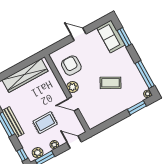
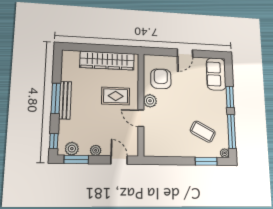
door: (78, 34) -> (185, 53), swing flipped
window: (124, 37) -> (230, 97), moved
coffee table: (111, 83) -> (203, 132), moved
rug: (45, 123) -> (116, 96), moved

